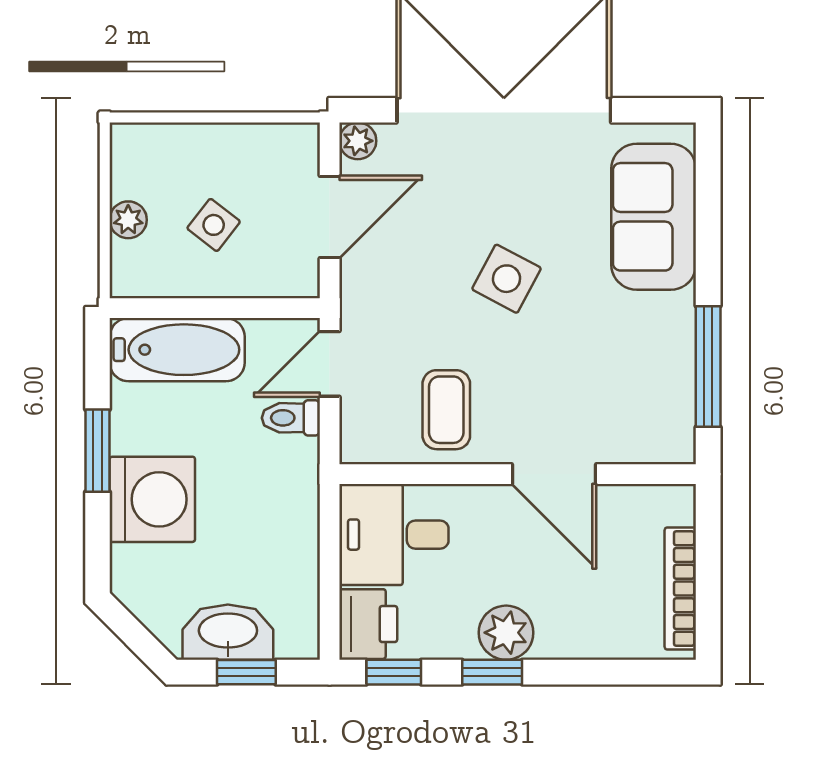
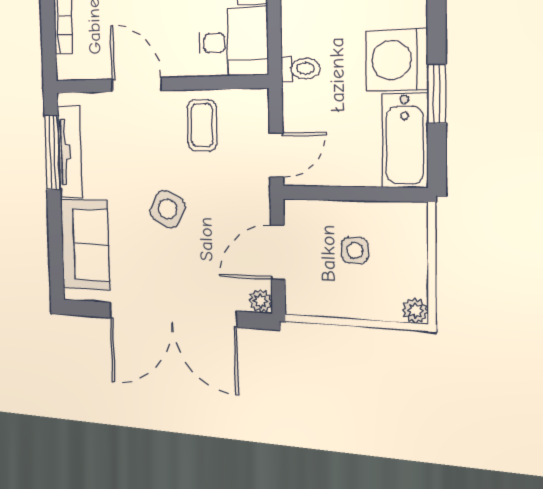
plant: (128, 220) -> (415, 311), moved
side table: (214, 225) -> (355, 250), turned -38
bathtub: (177, 350) -> (405, 140), moved, turned -90
tv unit: (676, 368) -> (70, 152), added
toilet: (291, 418) -> (300, 69), moved

